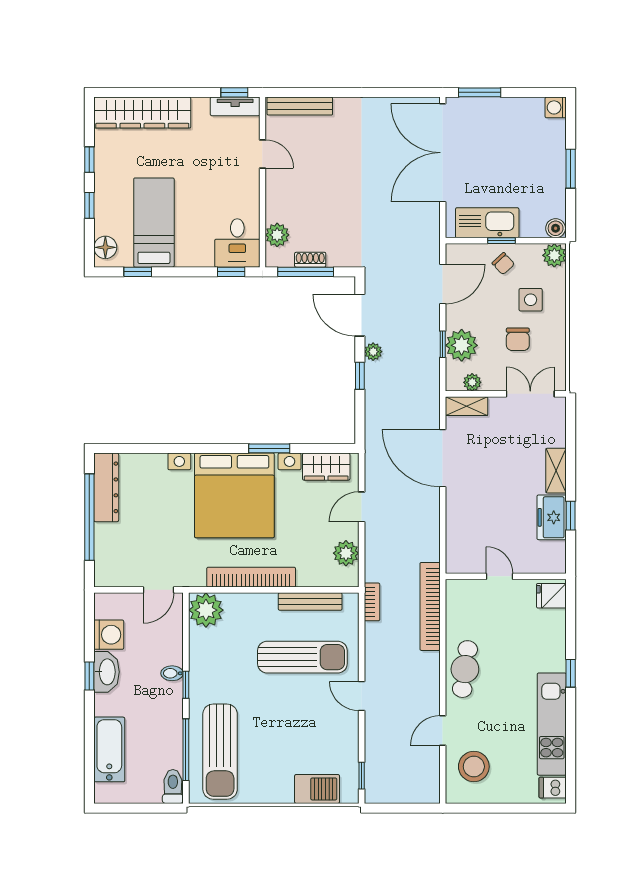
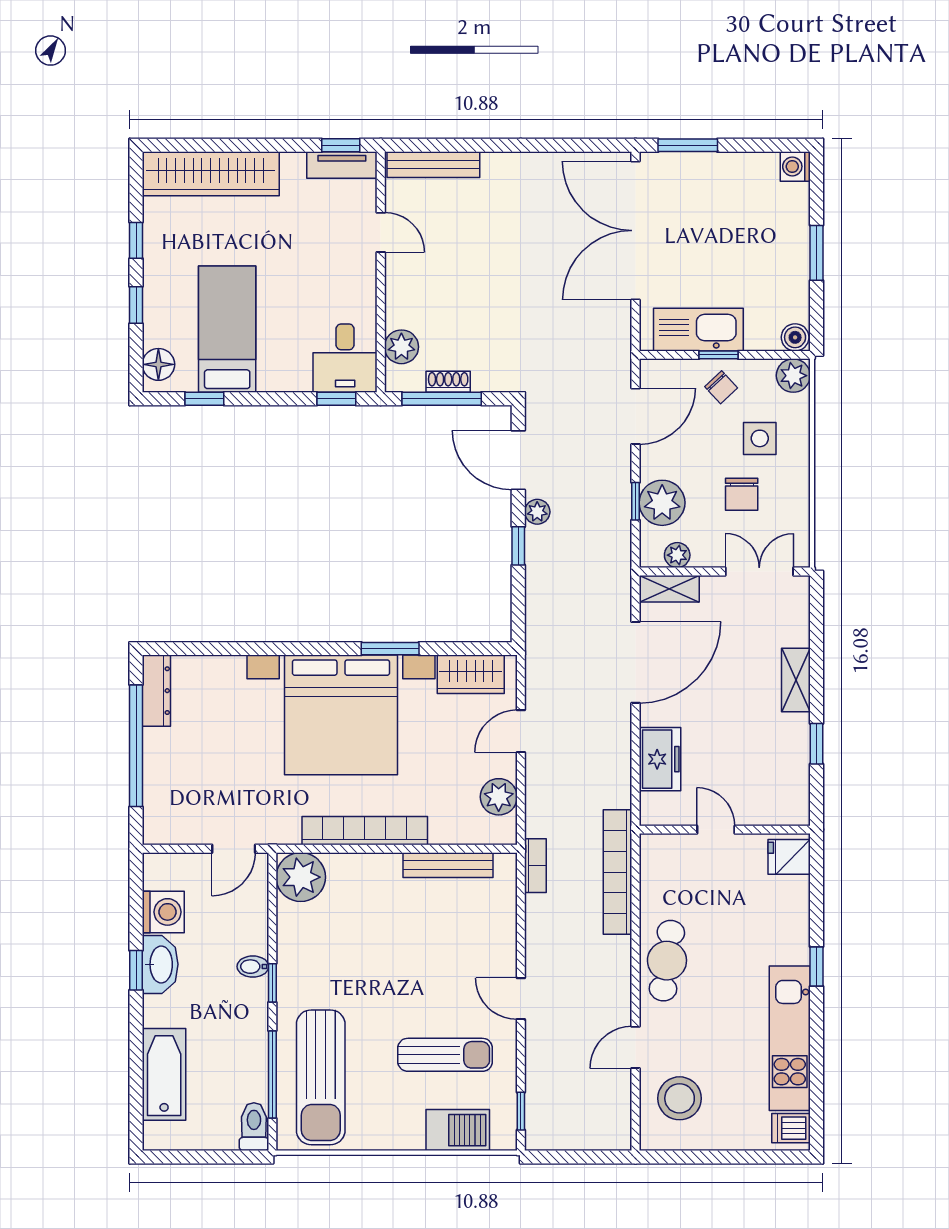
door: (443, 458) -> (636, 662), swing flipped
dresser: (106, 487) -> (156, 691), width x0.73, depth x0.80
freezer: (552, 517) -> (660, 759), moved, turned 180
sun lounger: (302, 657) -> (445, 1055), moved, width x0.73, depth x0.75

